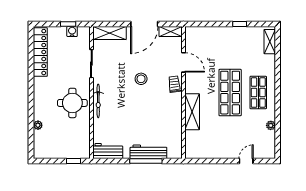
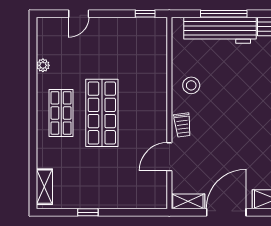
door: (183, 62) -> (169, 157), hinge flipped
stool: (141, 79) -> (191, 85), moved
shelving: (192, 112) -> (157, 85), removed
workbench: (148, 152) -> (220, 30), width x1.36, depth x1.32
window: (200, 161) -> (145, 14), added

